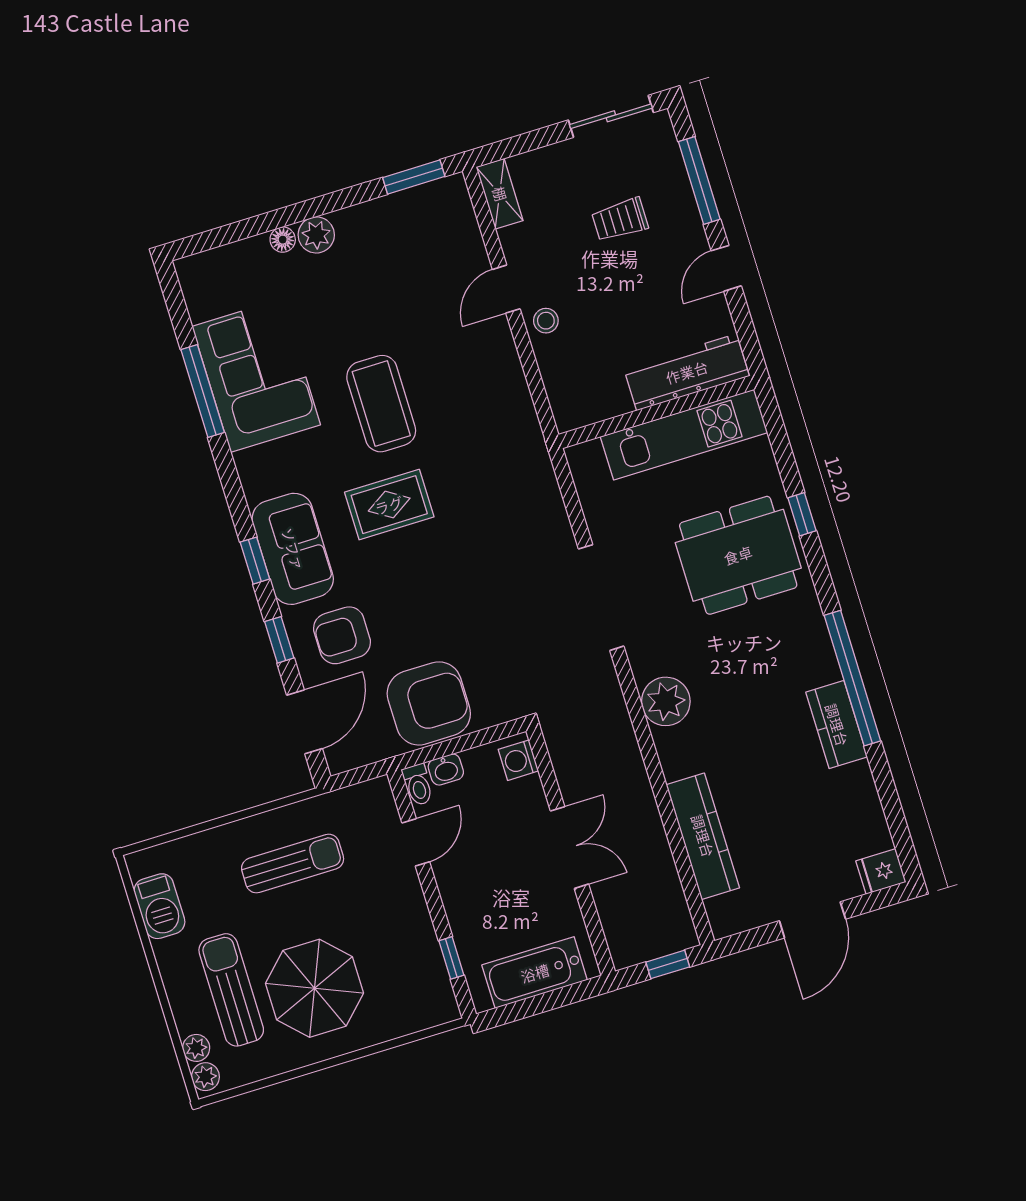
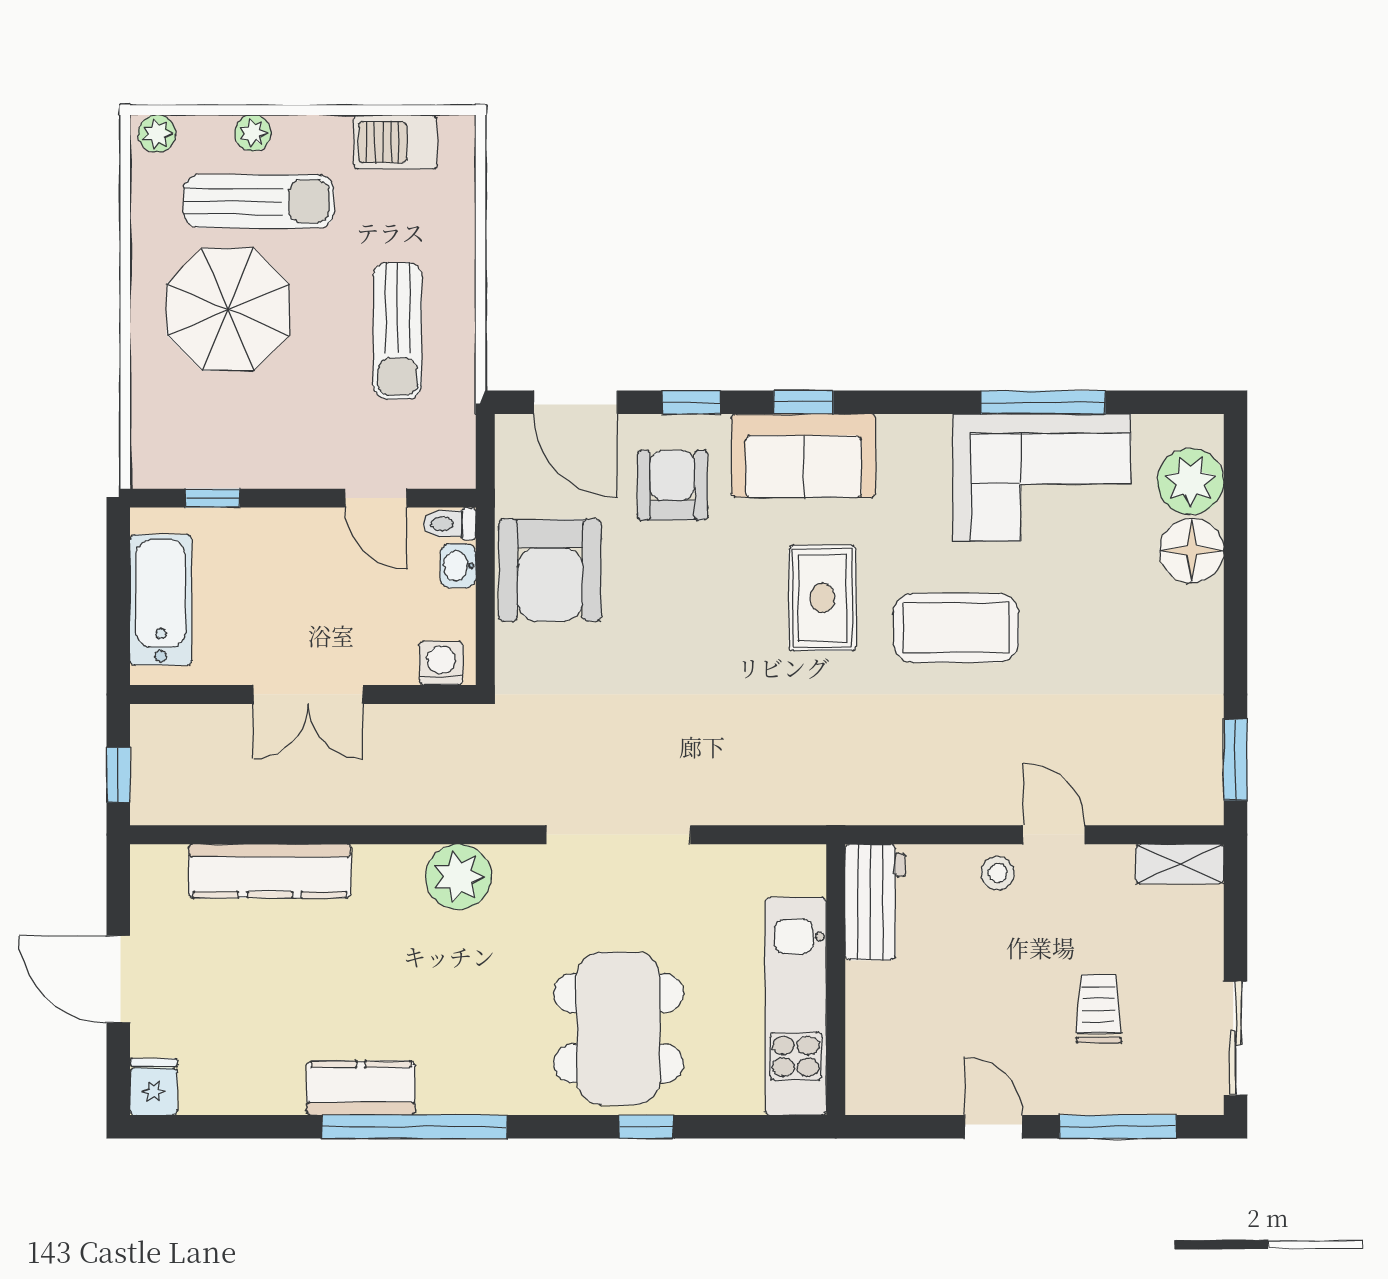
plant: (316, 235) -> (1191, 481), moved, width x1.36, depth x1.36
floor lamp: (283, 240) -> (1192, 551), width x1.89, depth x1.89
workbench: (687, 372) -> (875, 902), moved, width x0.73
plant: (196, 1048) -> (253, 133), moved

